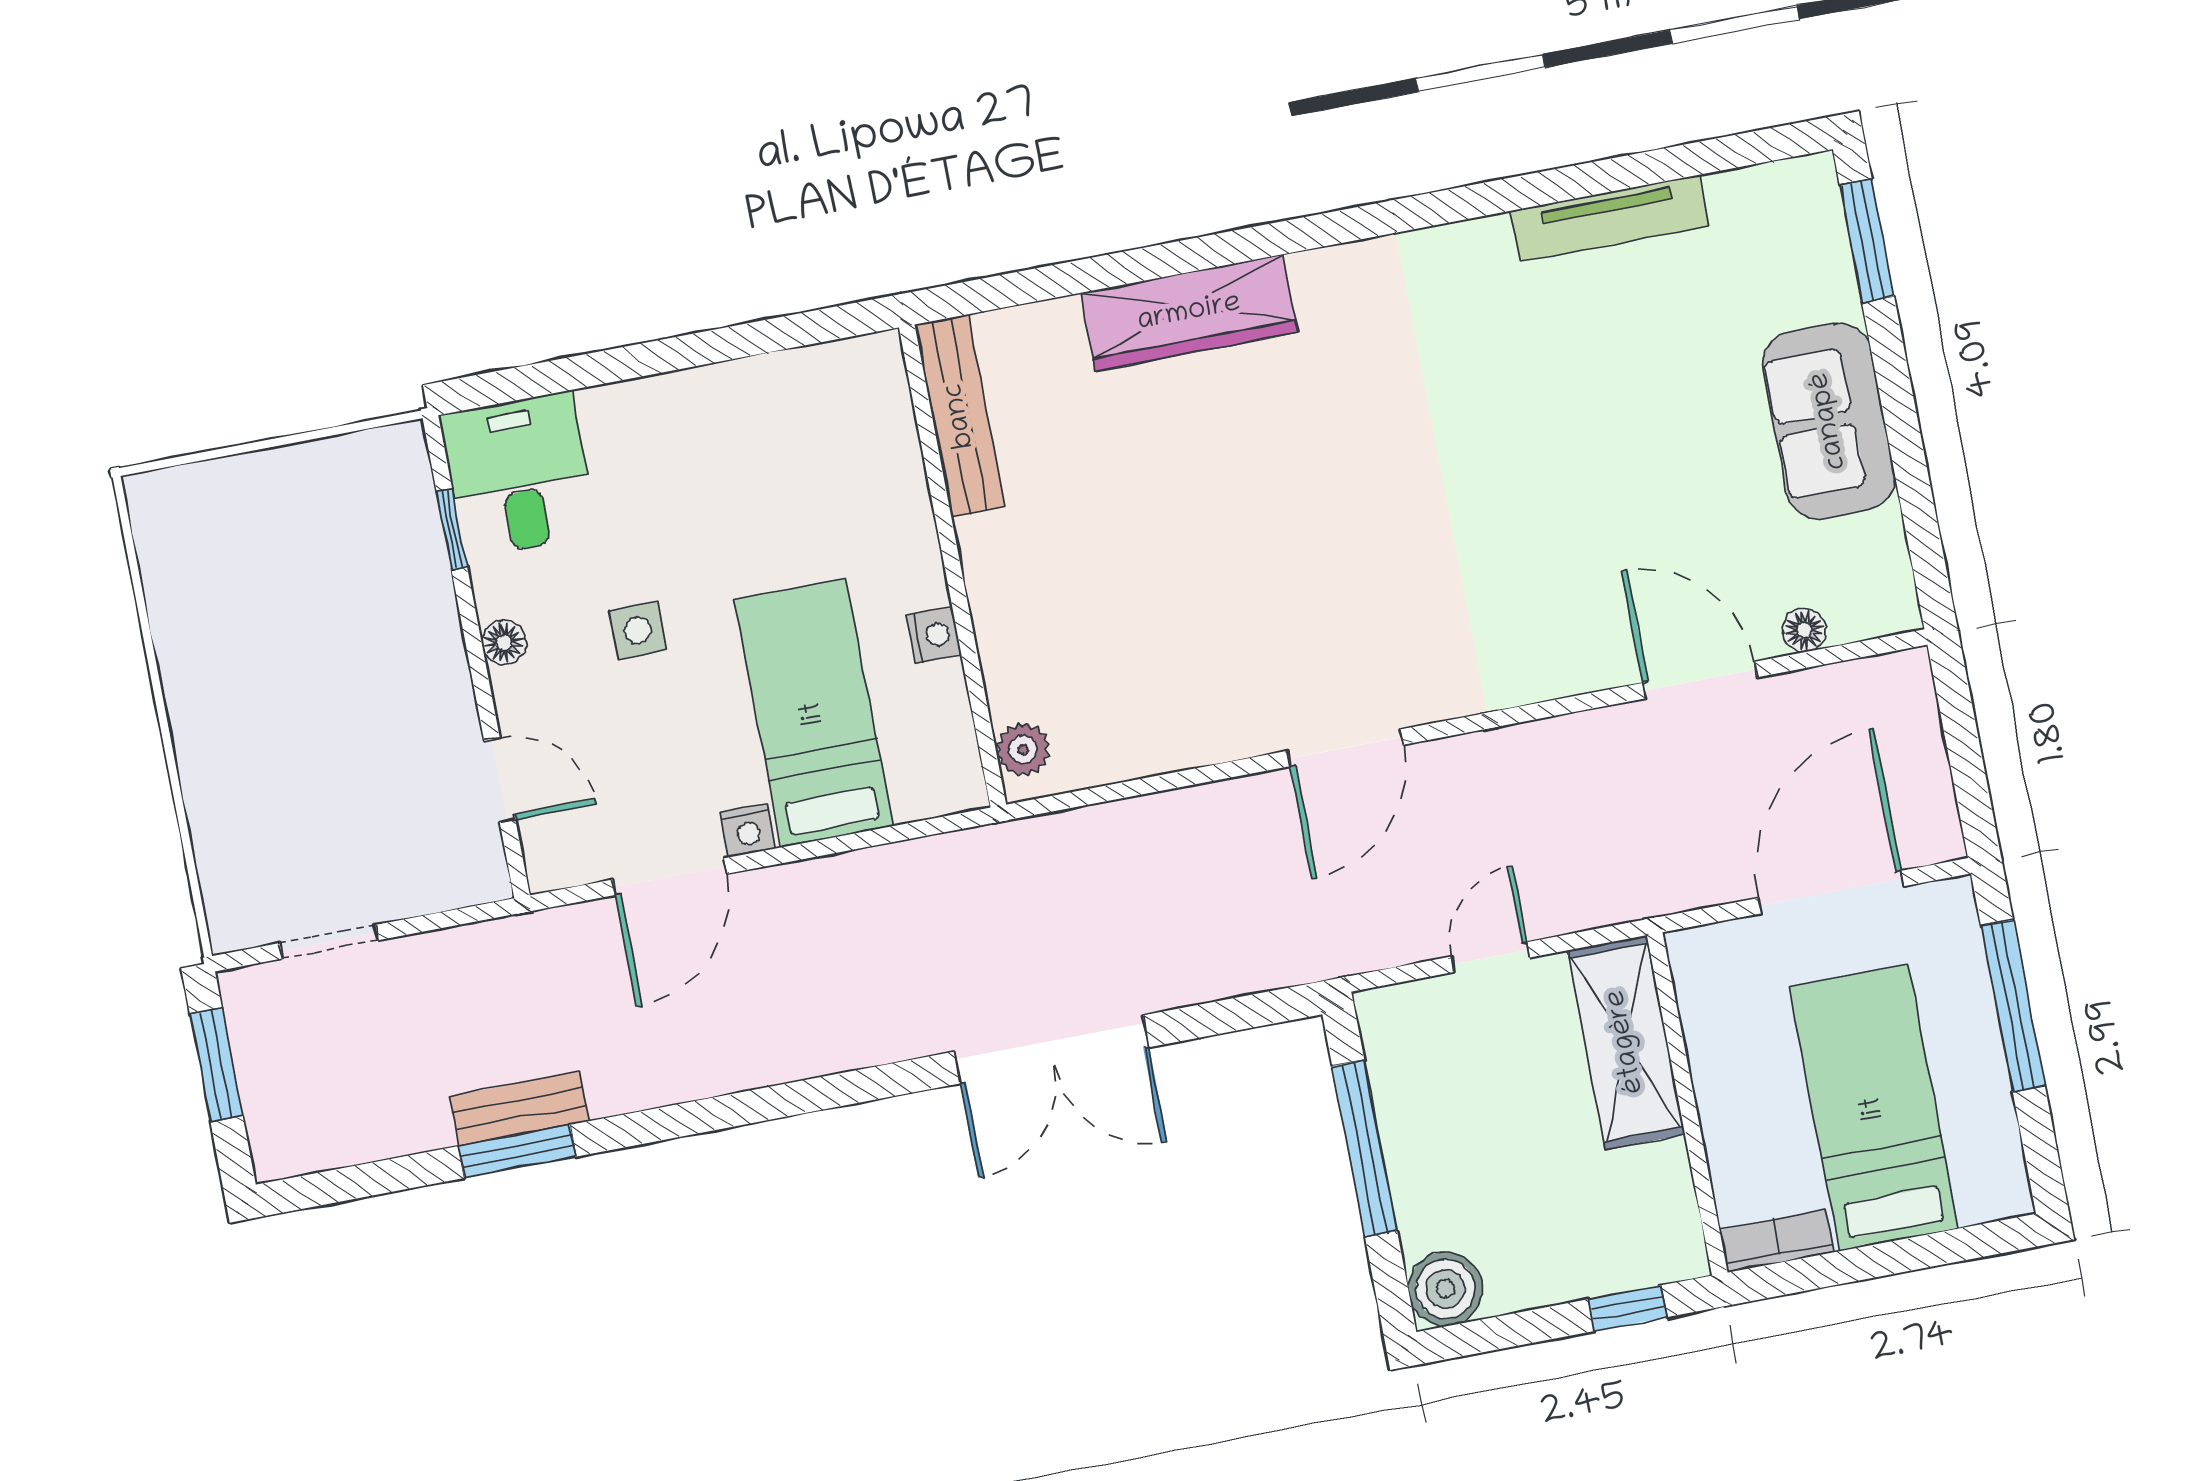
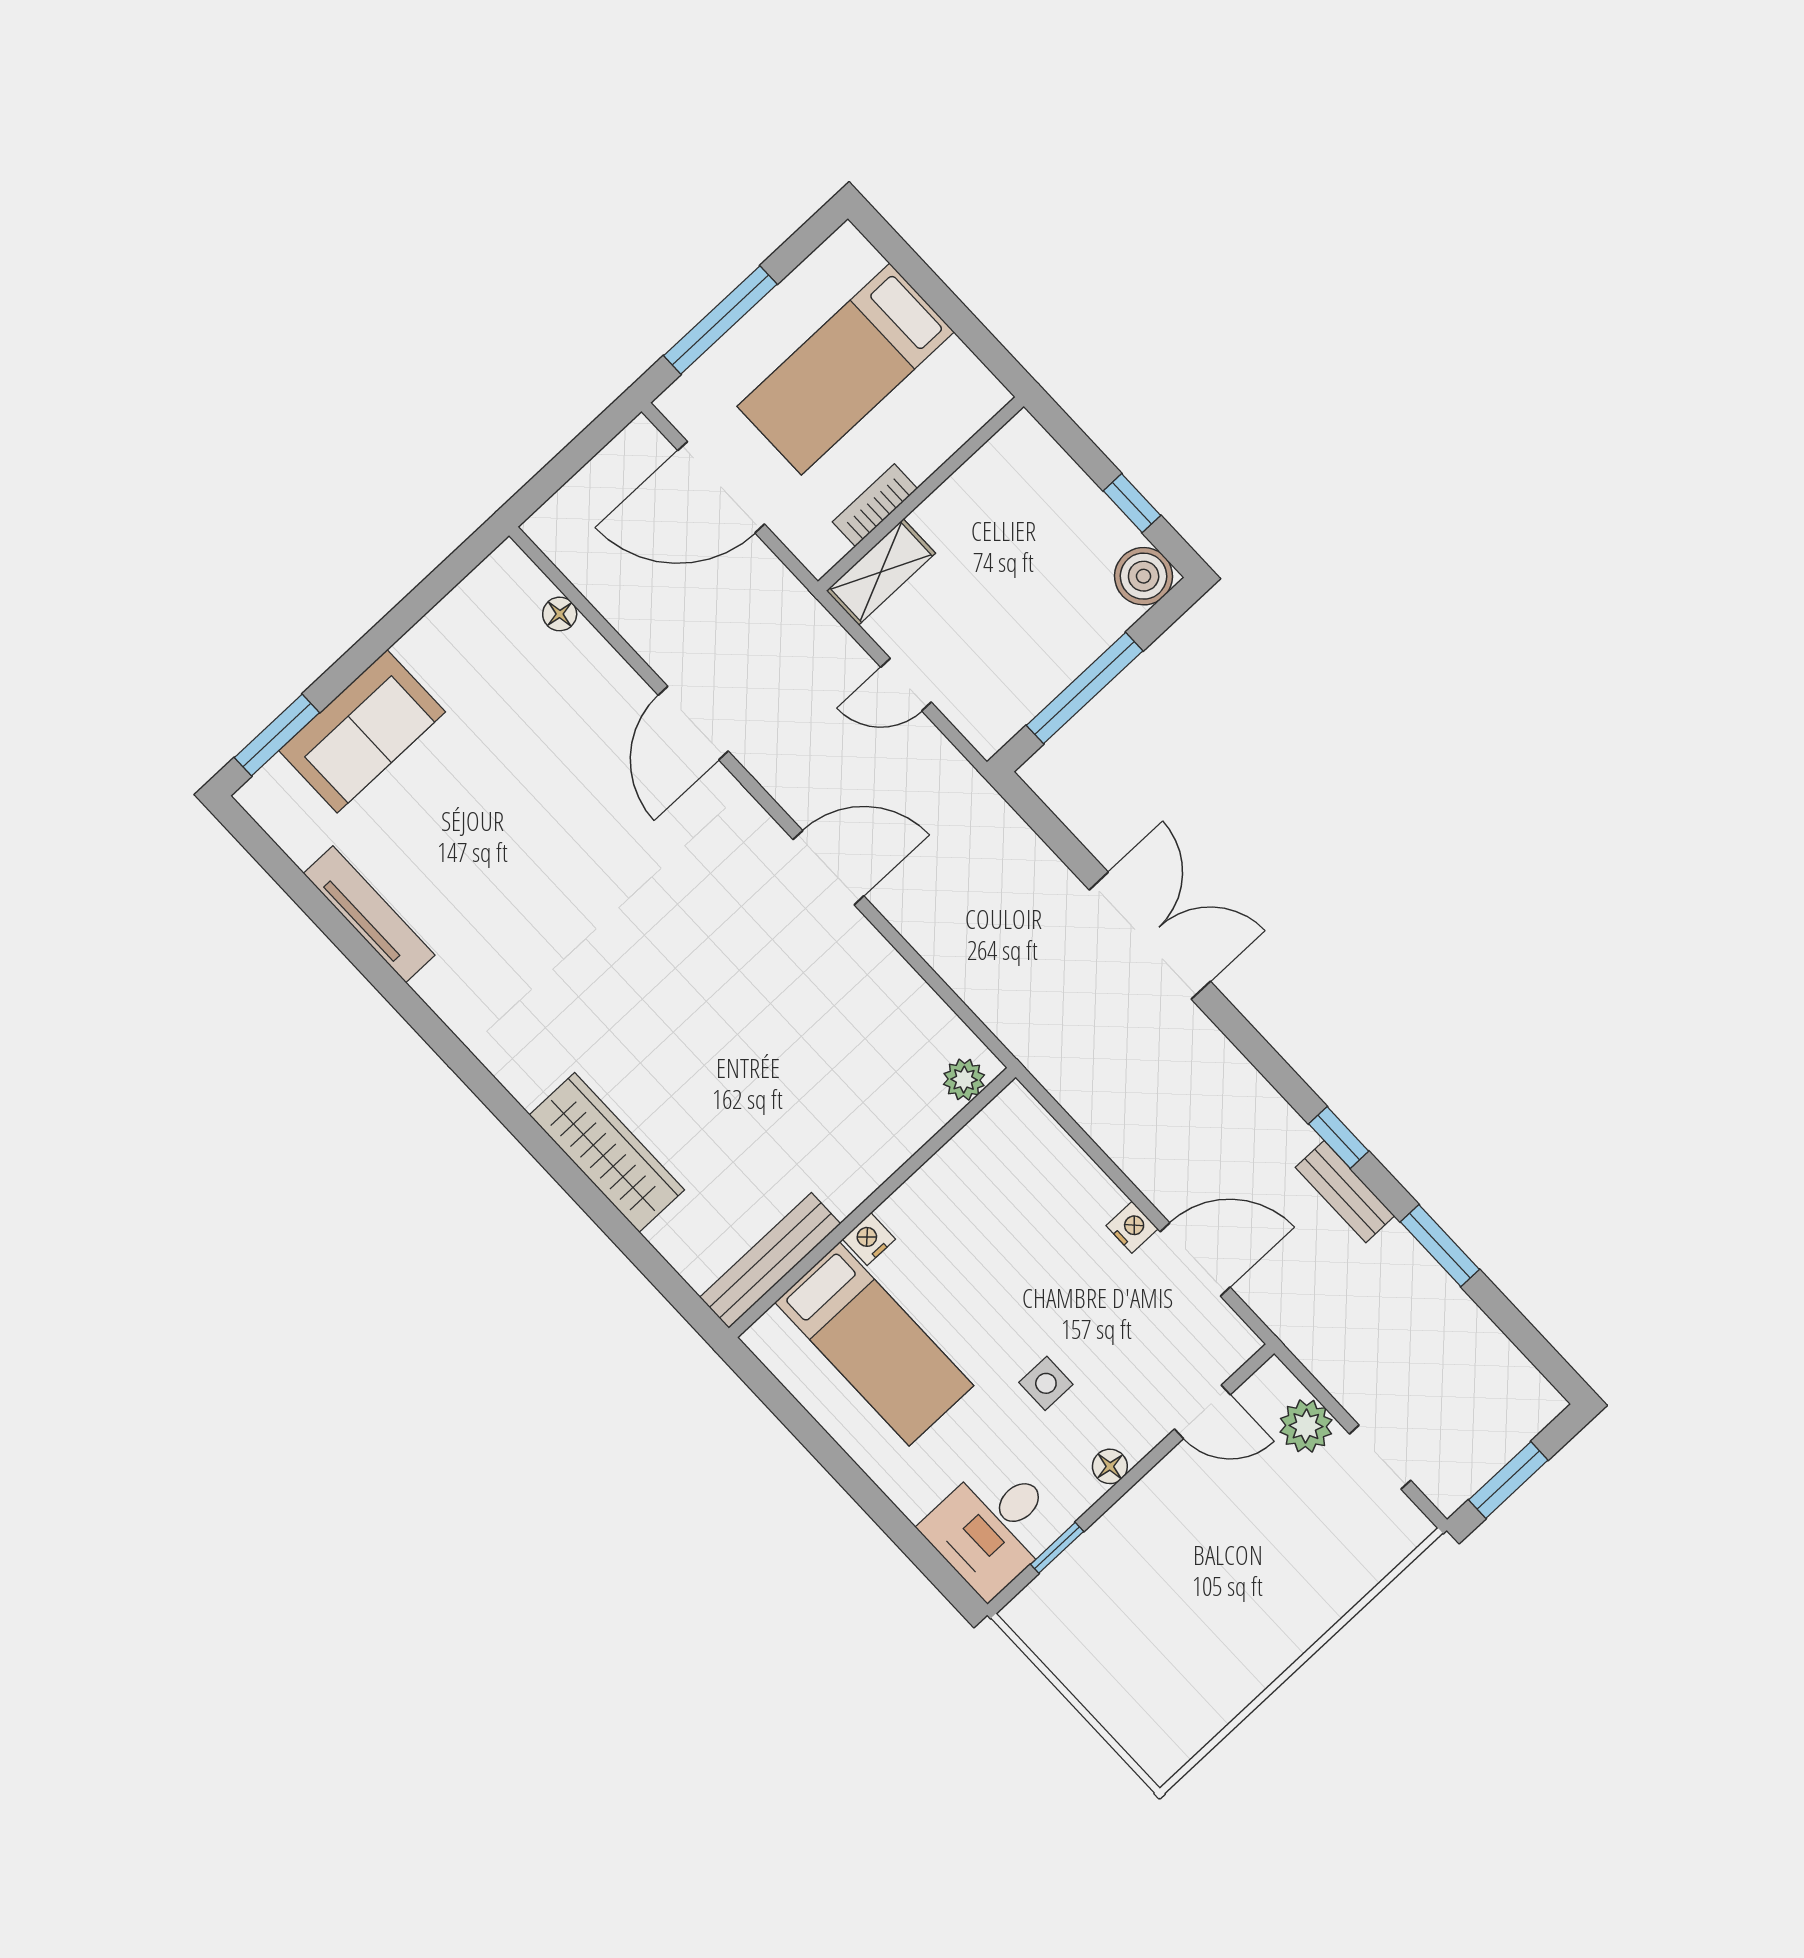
sofa: (1829, 421) -> (362, 731), moved
nightstand: (934, 635) -> (869, 1239), moved
door: (1700, 680) -> (693, 723), moved
bed: (814, 713) -> (874, 1344), moved, turned -90
door: (500, 780) -> (1202, 1412), swing flipped
plant: (413, 883) -> (1306, 1426), added
shelving: (1626, 1042) -> (881, 572), width x0.67, depth x0.75
bench: (519, 1109) -> (1345, 1192), moved
window: (704, 1116) -> (1339, 1137), added
bookcase: (1777, 1241) -> (875, 505), moved, turned 90
window: (1628, 1308) -> (1132, 503), moved

